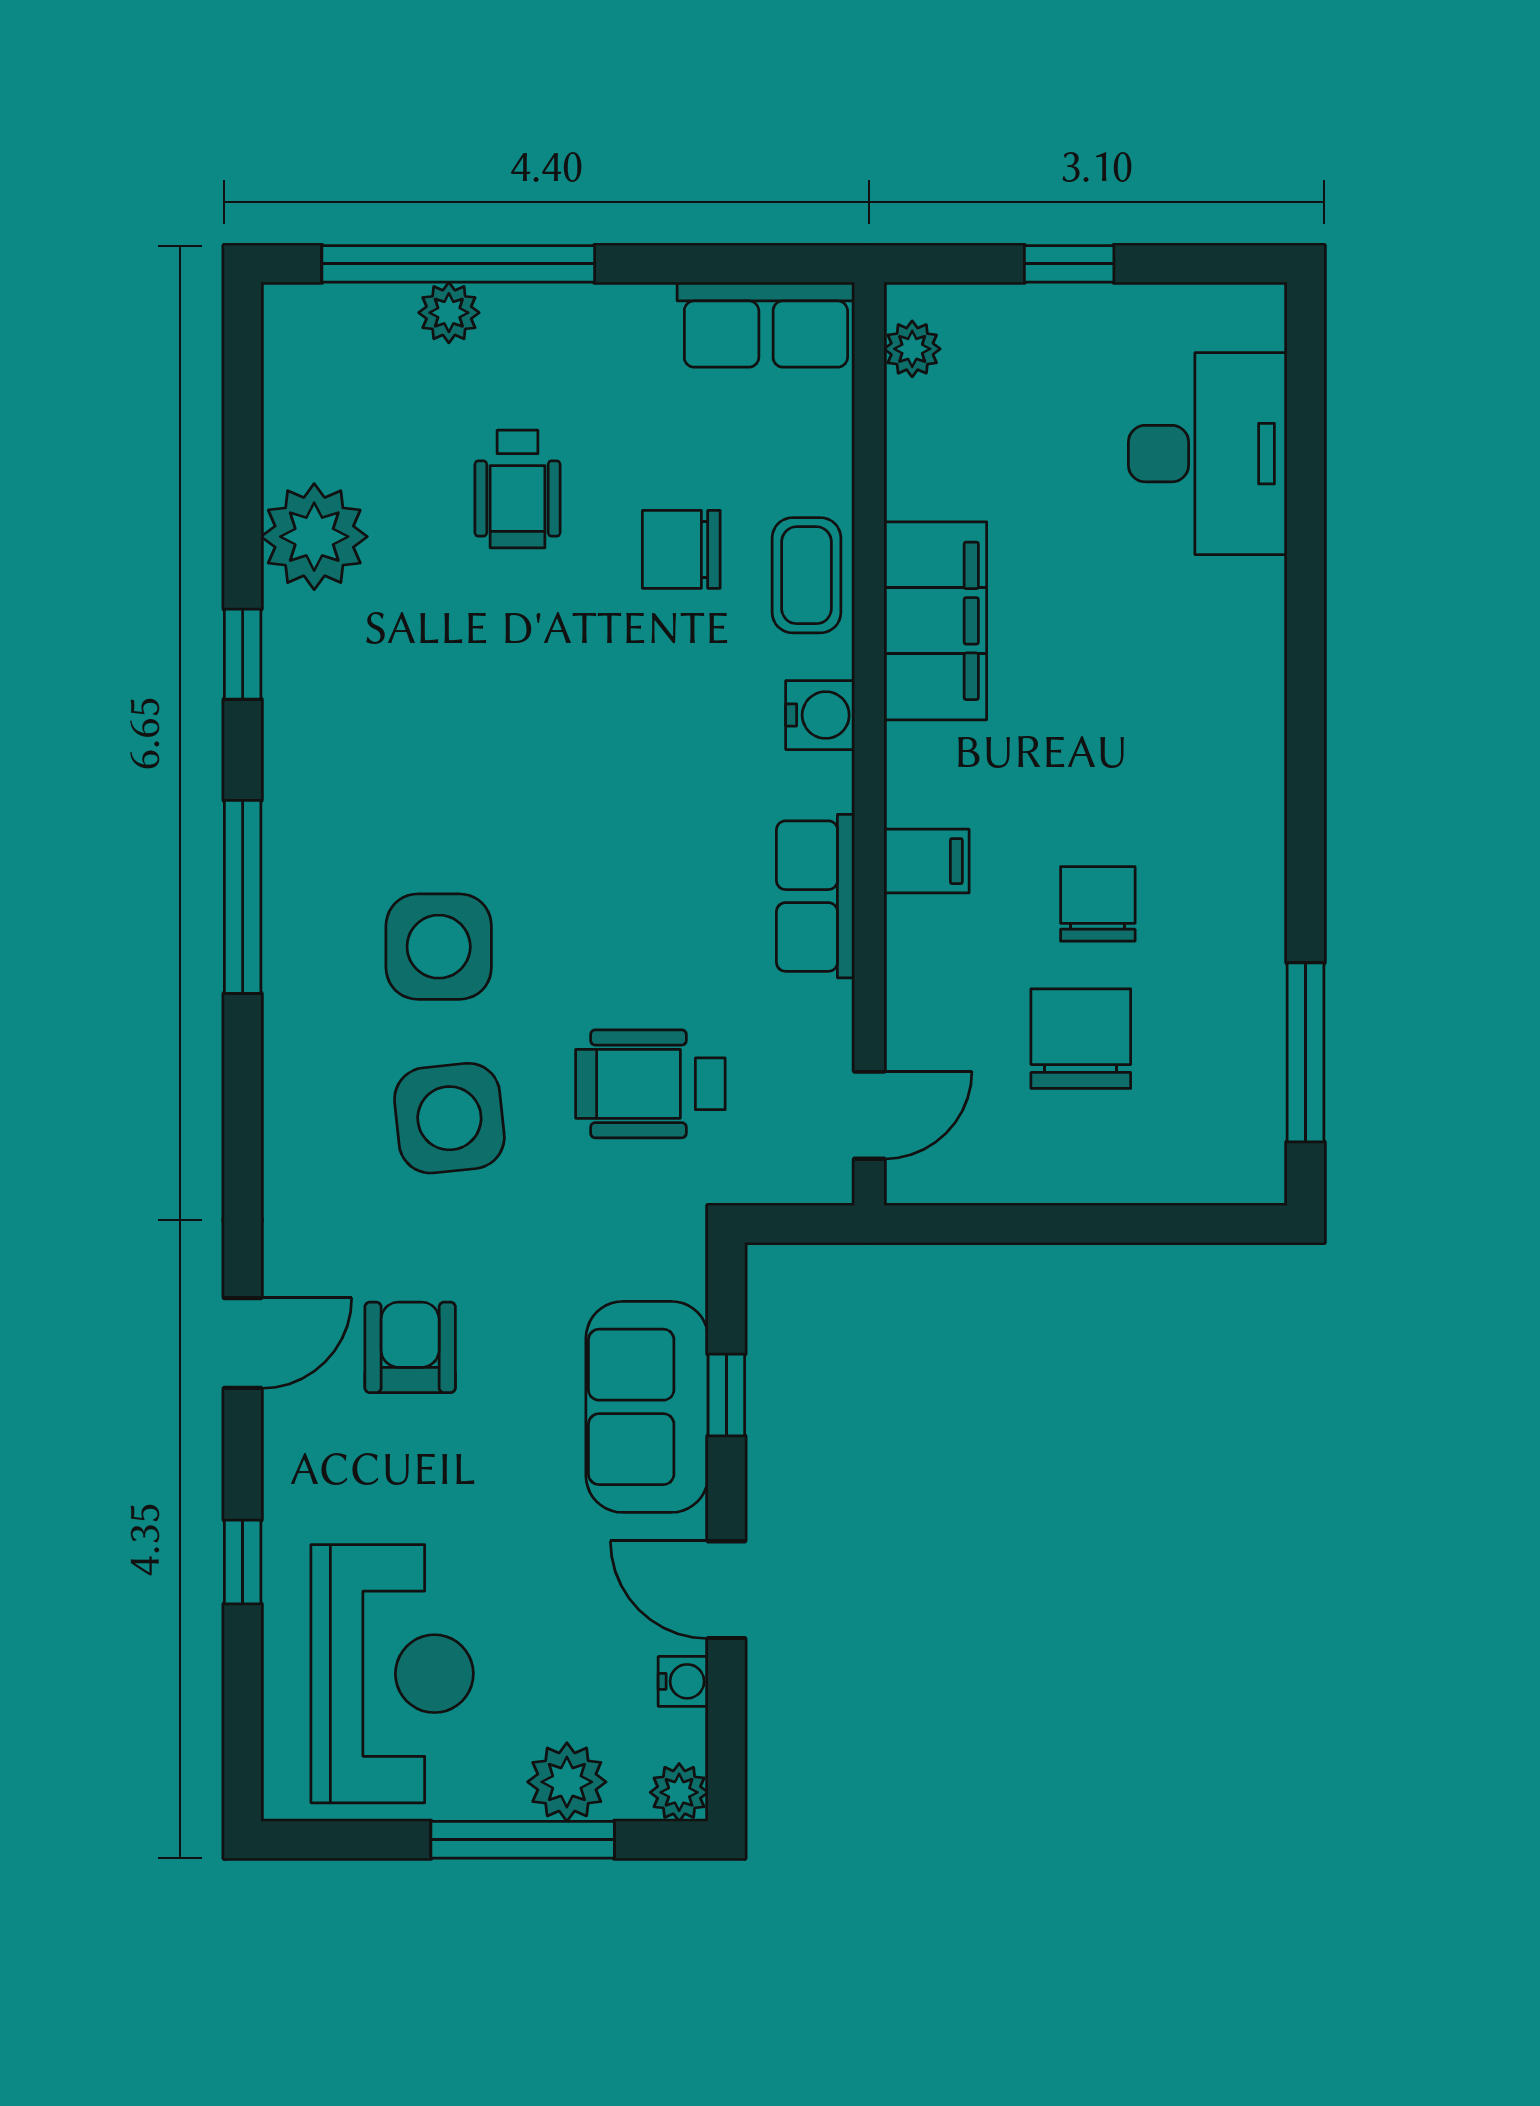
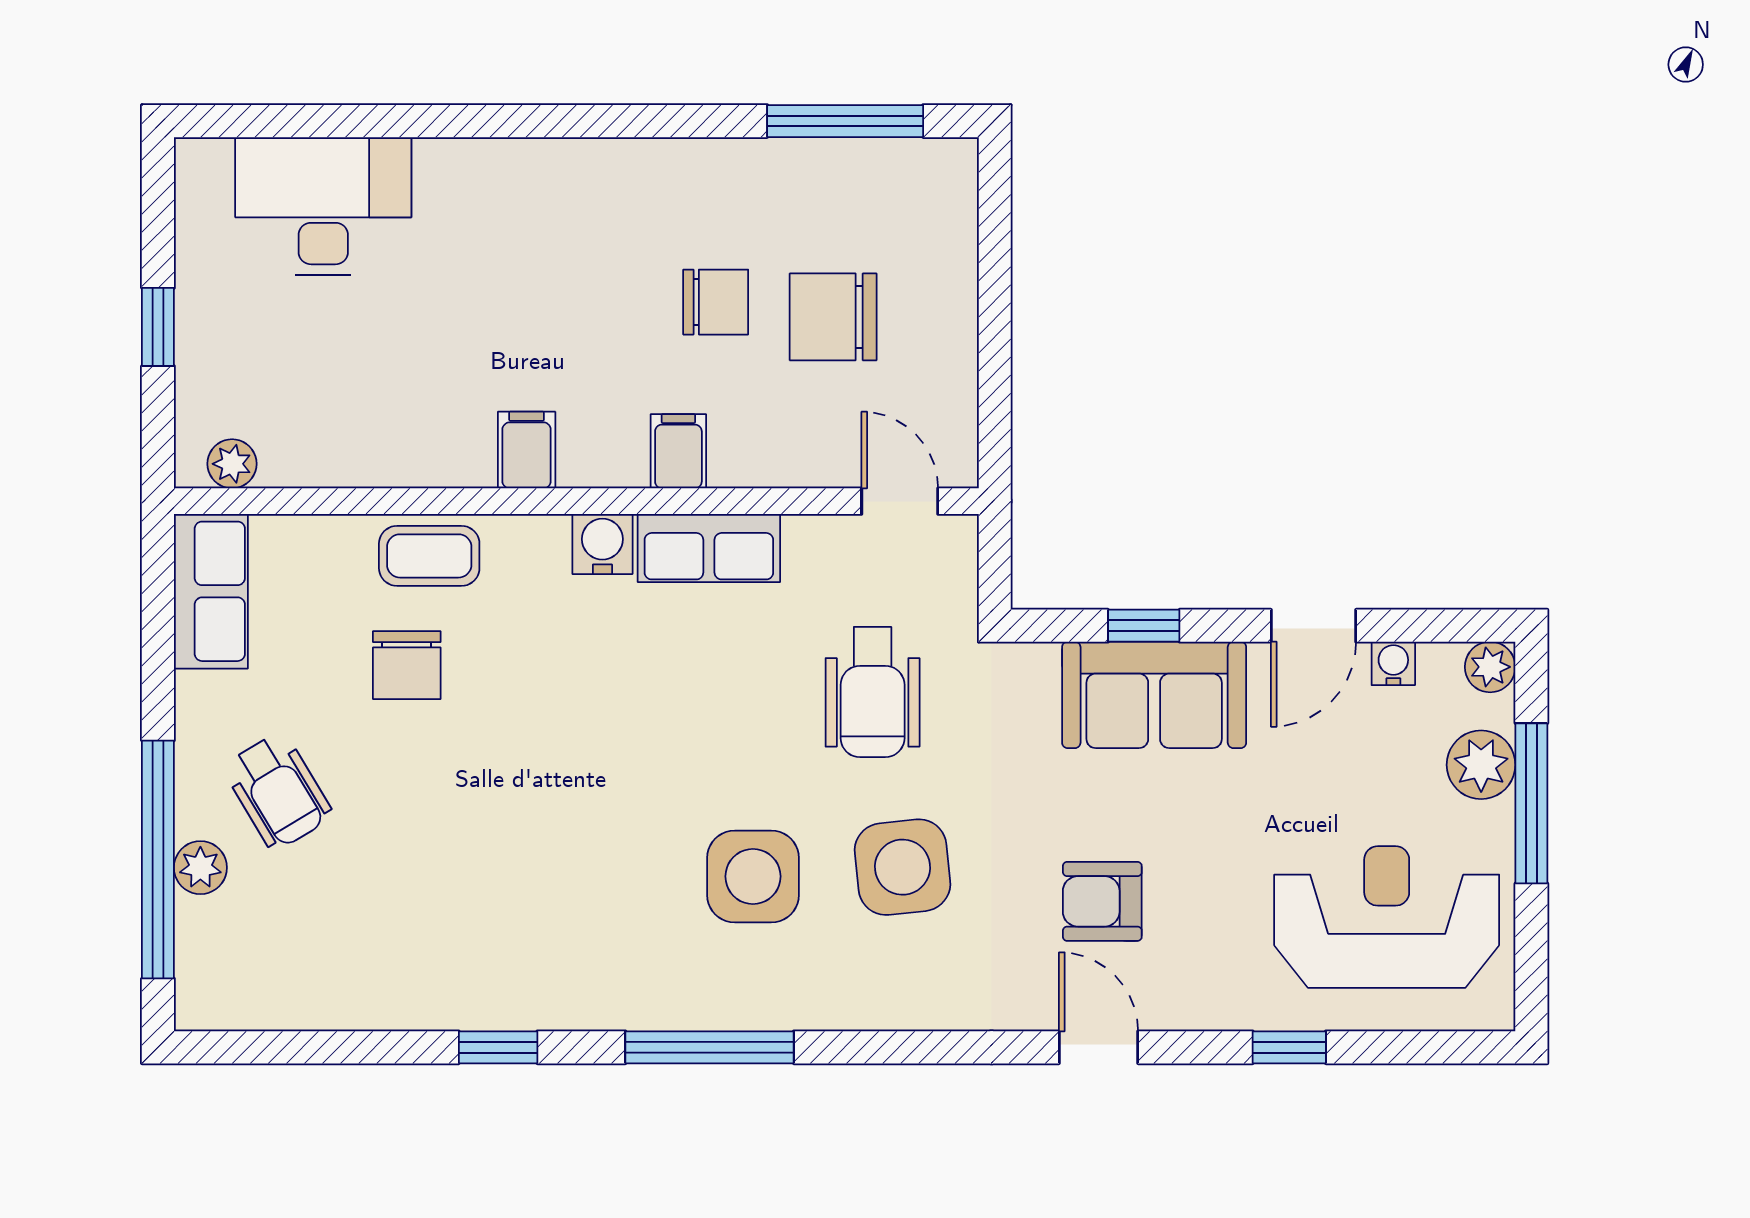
wheelchair: (517, 489) -> (278, 791), moved, turned 59
plant: (314, 537) -> (396, 985), removed
filing cabinet: (935, 621) -> (527, 450), width x0.33, depth x0.86
water cooler: (820, 715) -> (602, 544), moved
chair: (1098, 904) -> (716, 302), turned 180

